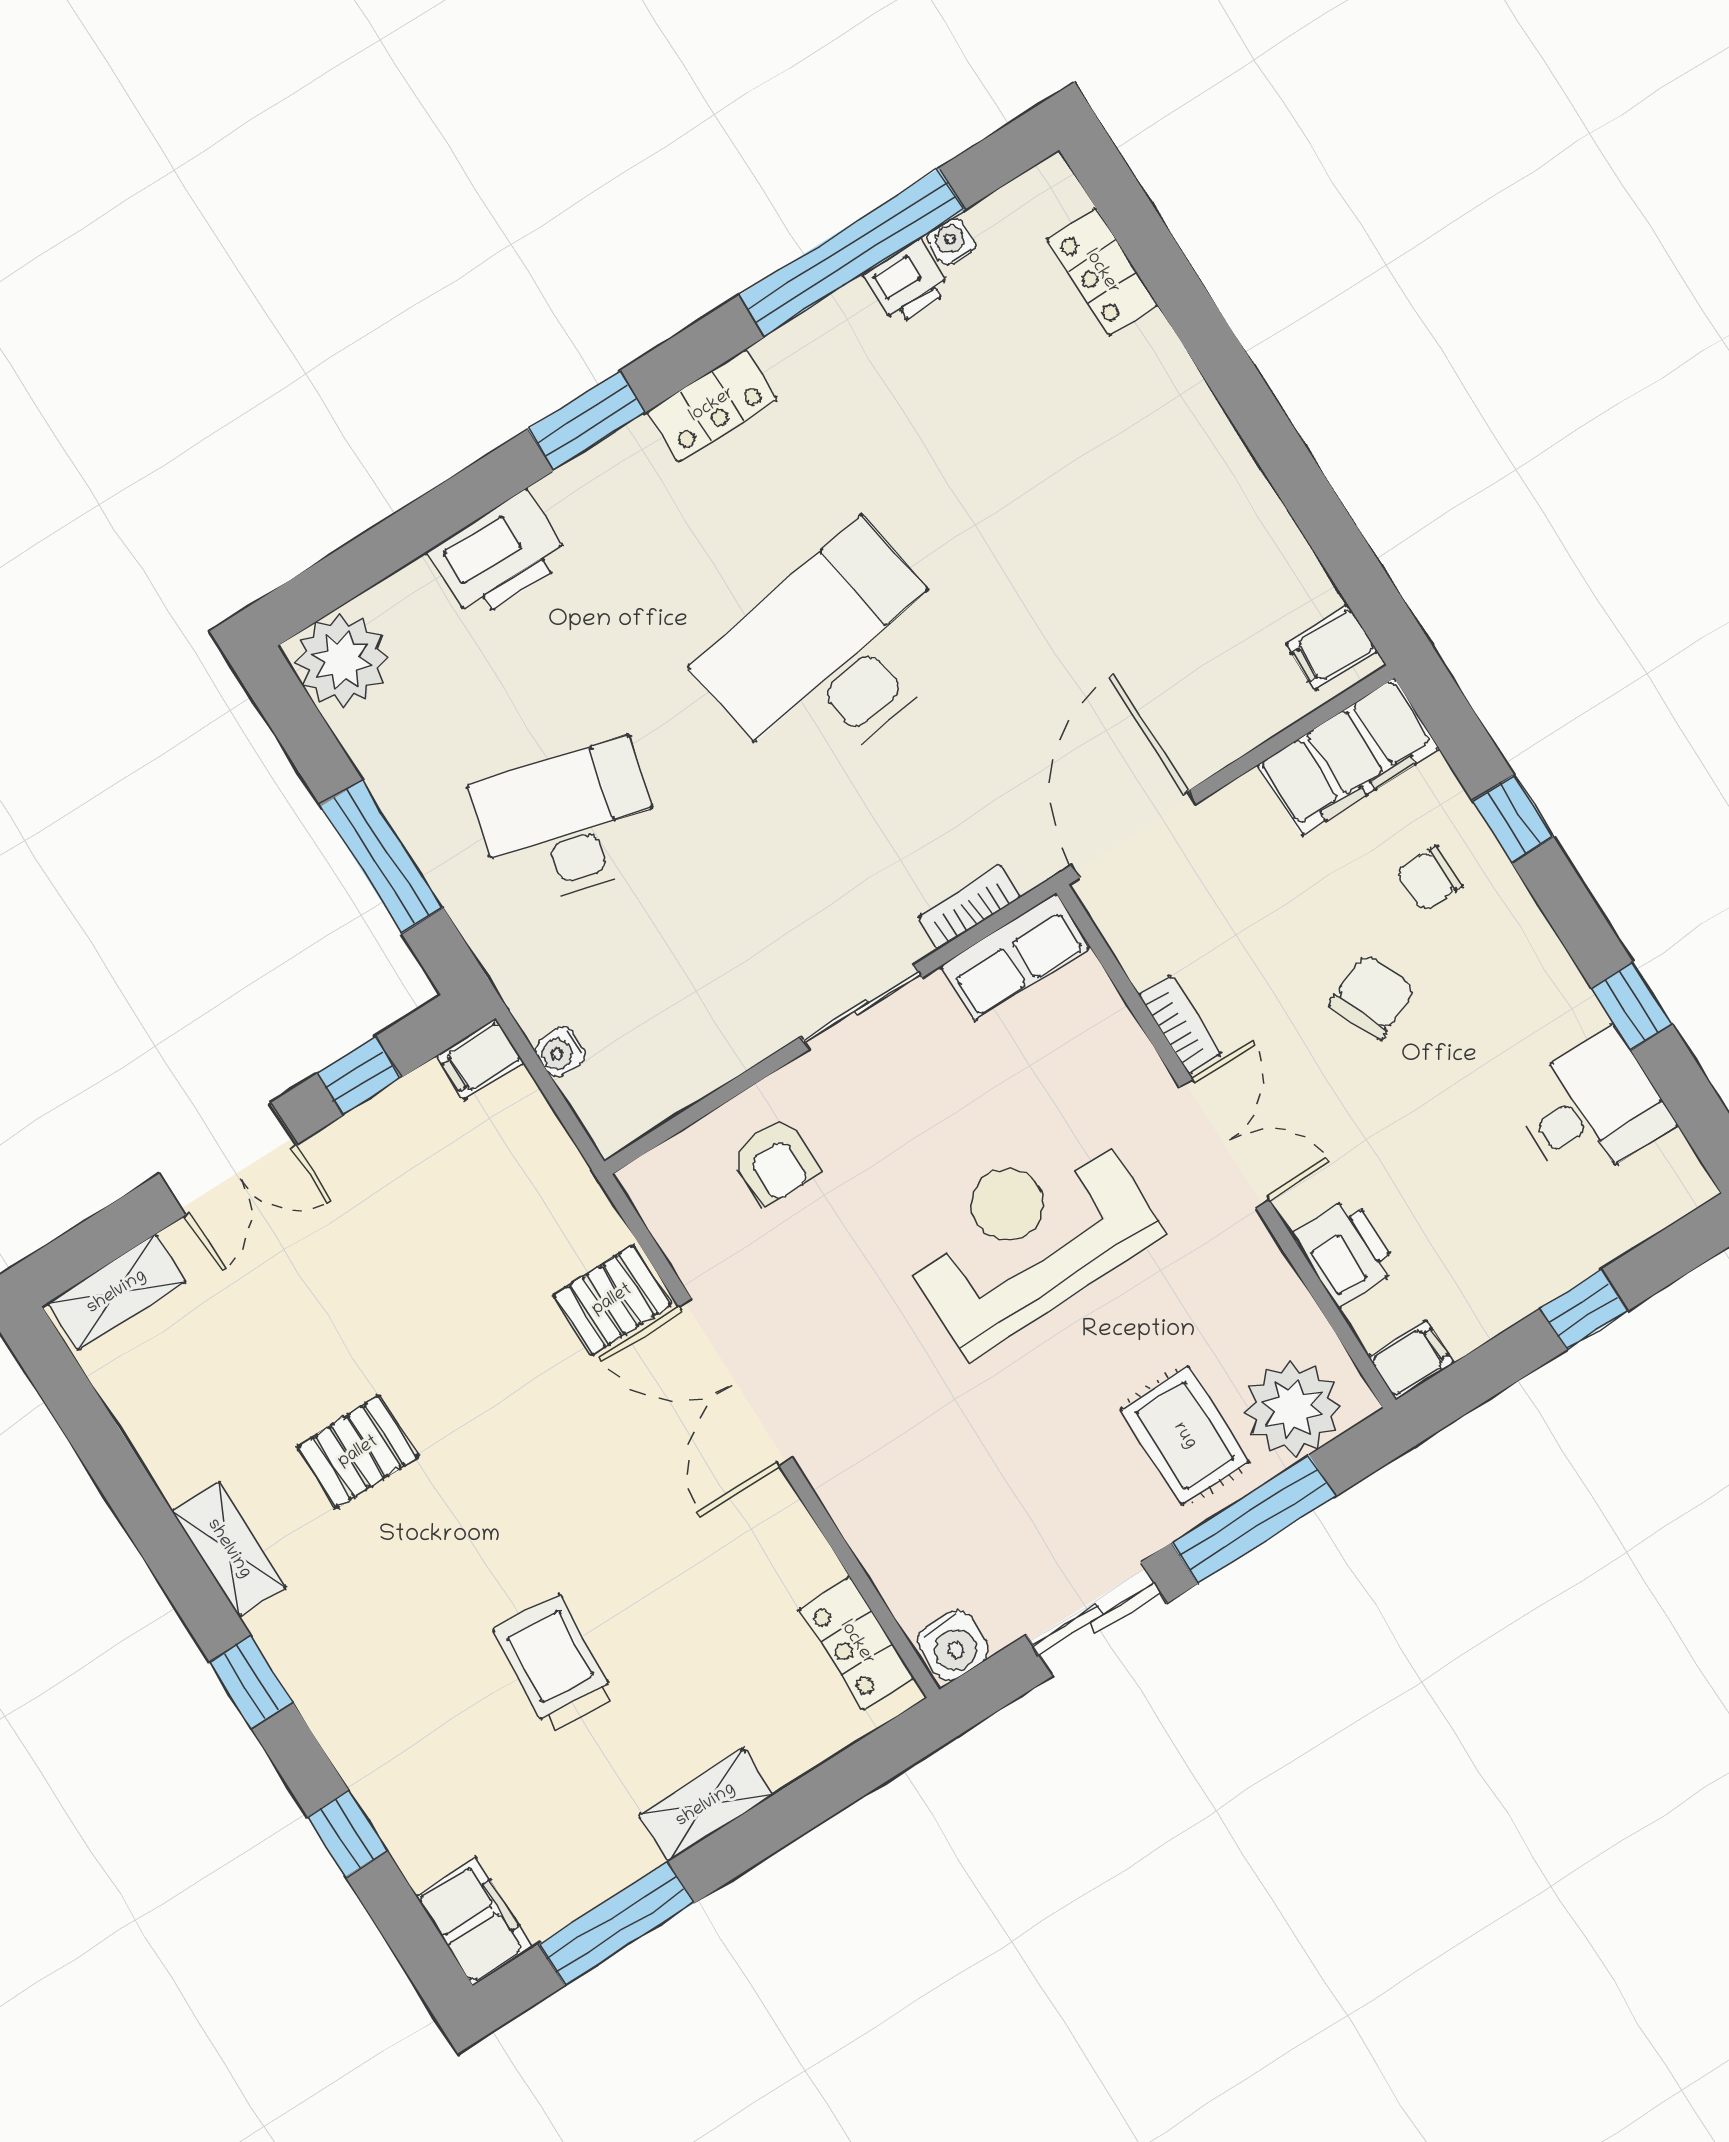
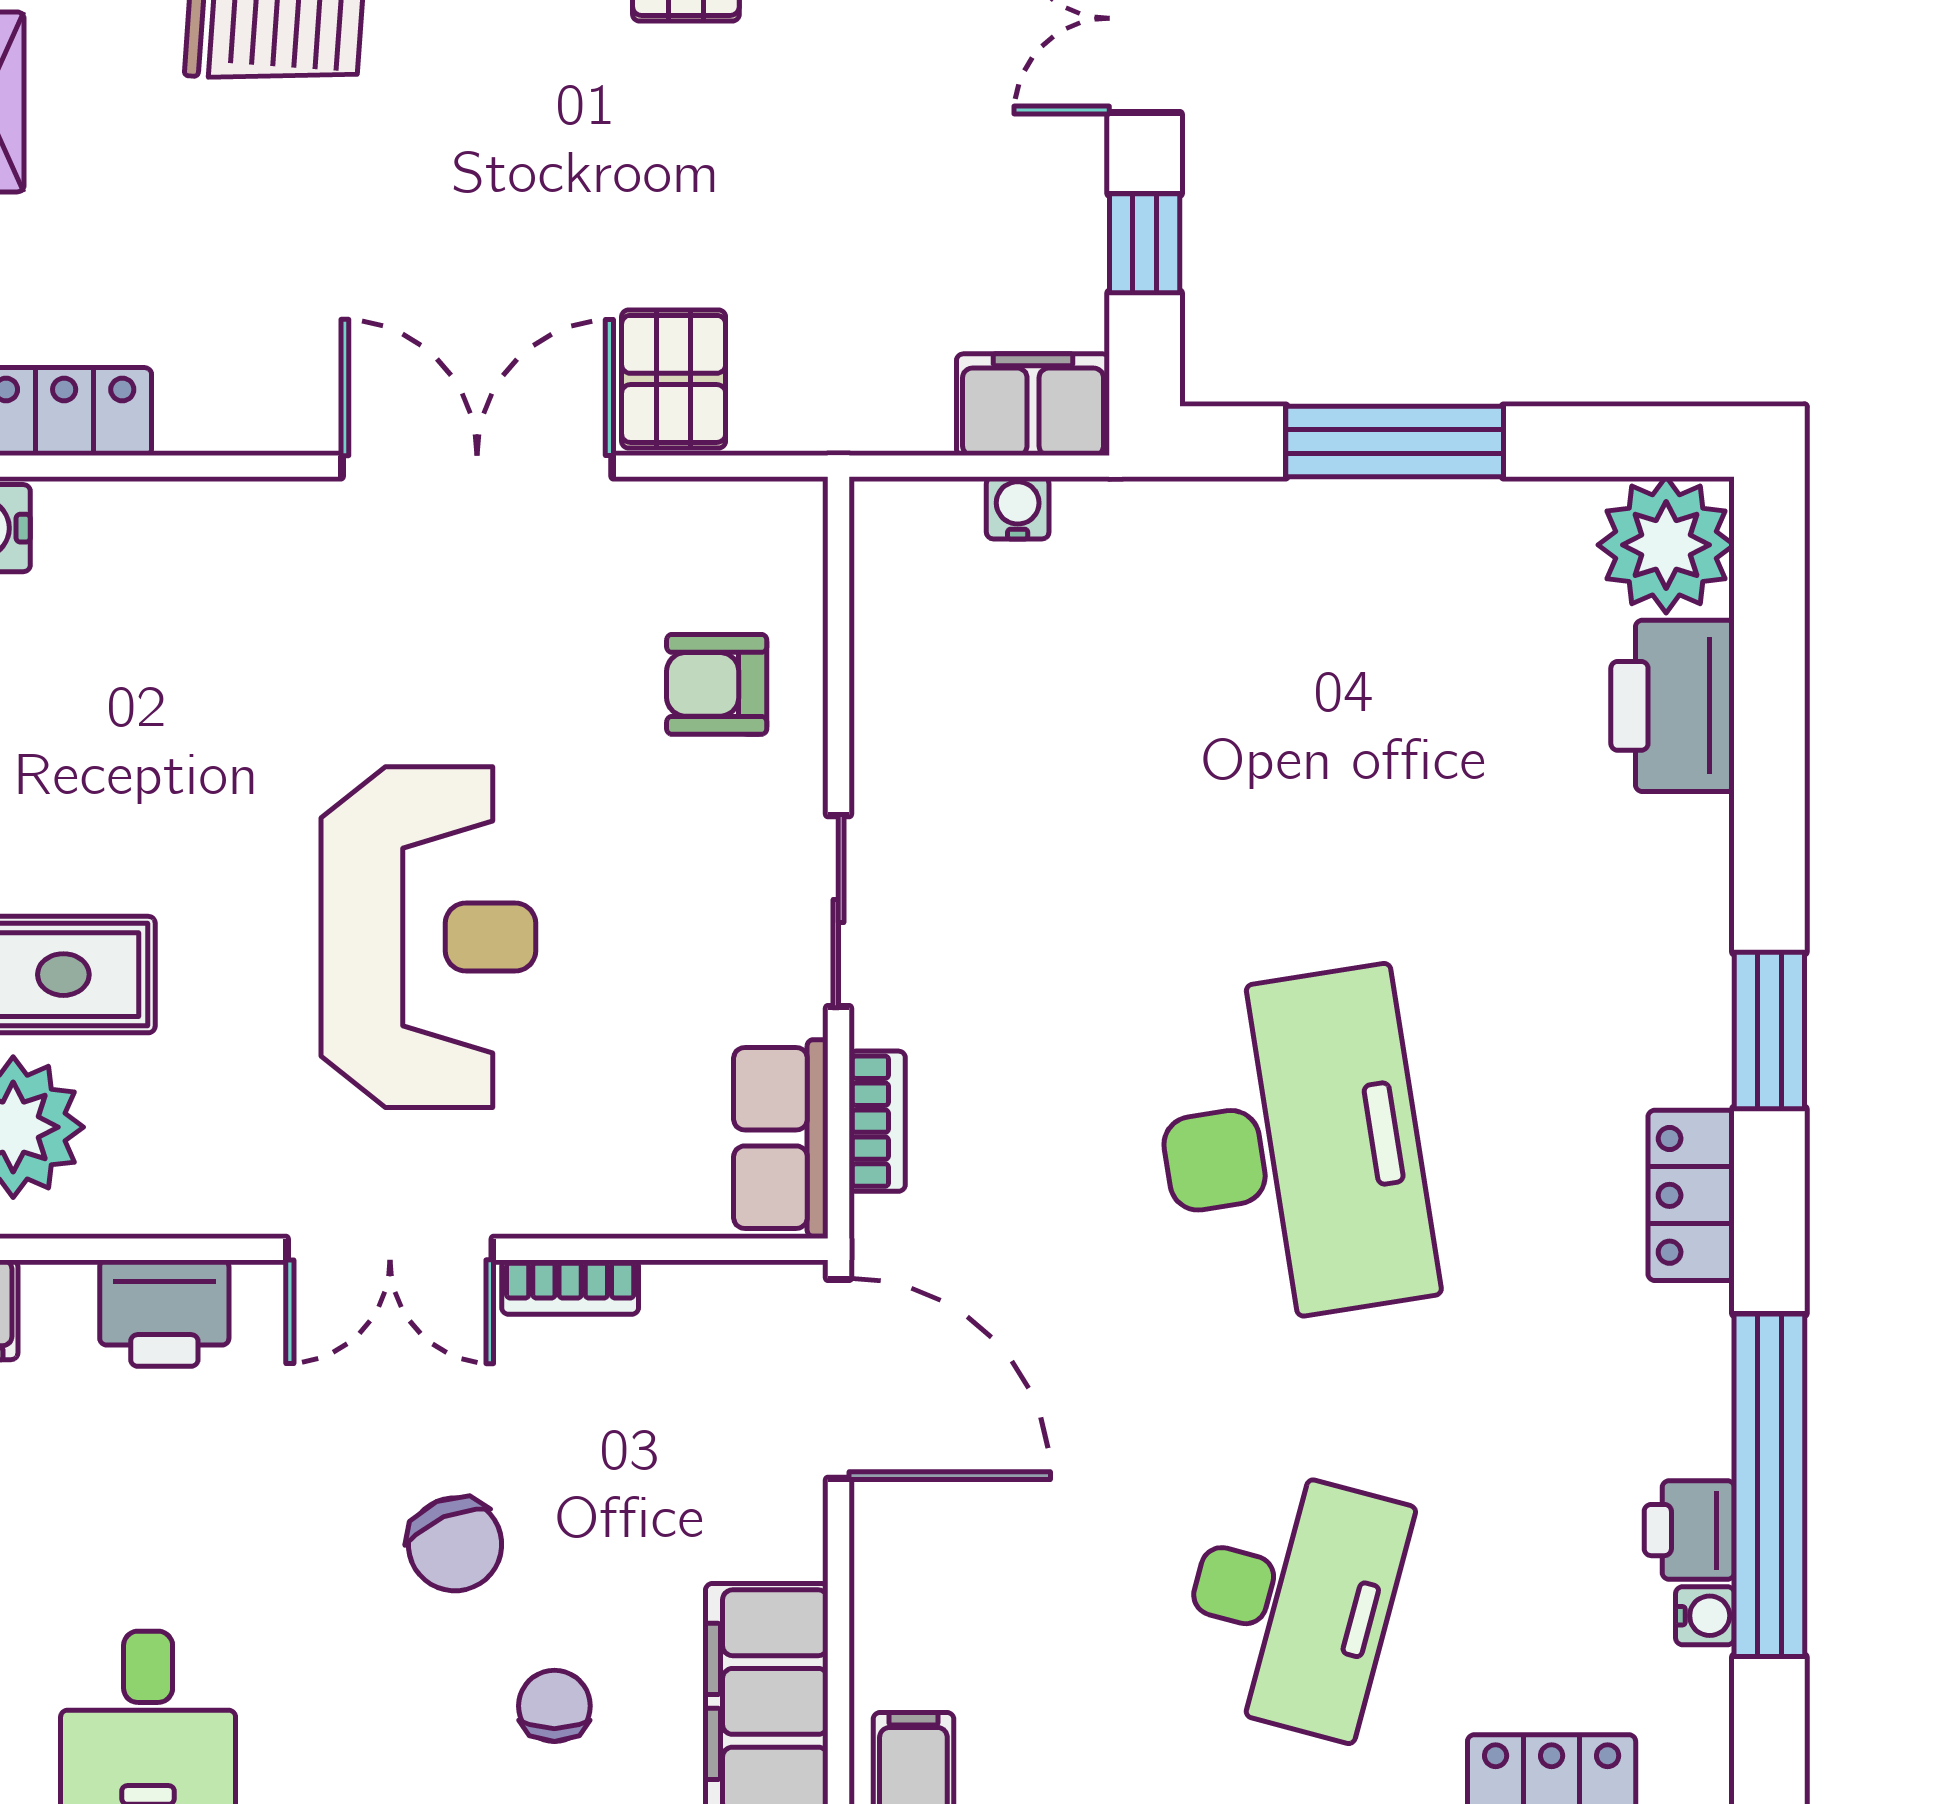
printer: (499, 555) -> (1673, 706), moved
desk: (568, 823) -> (1292, 1601), moved
filing cabinet: (480, 1059) -> (1033, 405), width x2.00

